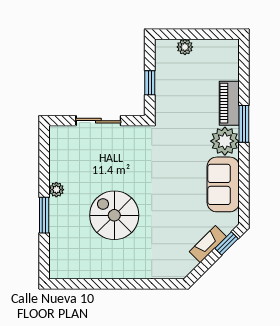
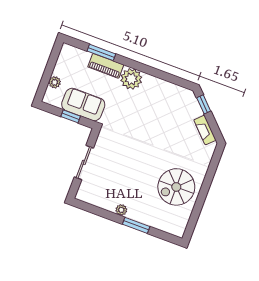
window: (244, 124) -> (101, 52), moved
sofa: (223, 184) -> (83, 104), moved, turned 180
spiral stairs: (114, 215) -> (176, 187), moved
fireplace: (208, 244) -> (205, 130), moved

